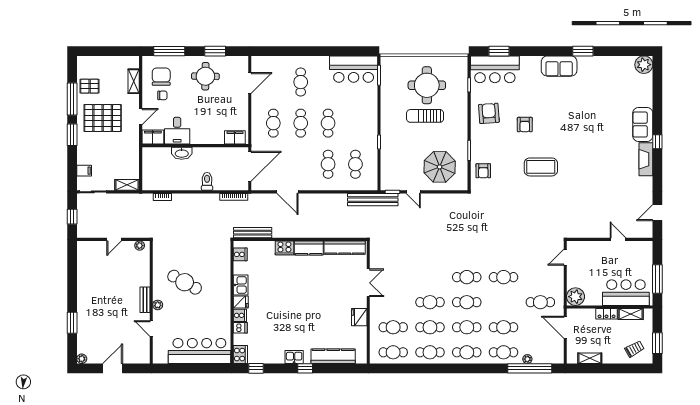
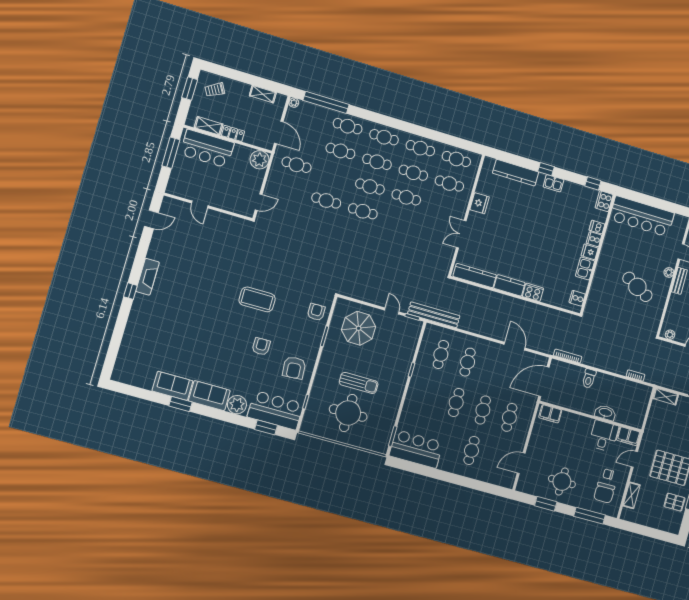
plant: (644, 65) -> (237, 405), moved
sofa: (643, 125) -> (172, 386), moved, turned -90
bench: (253, 233) -> (559, 316), removed
plant: (527, 359) -> (294, 103), moved

